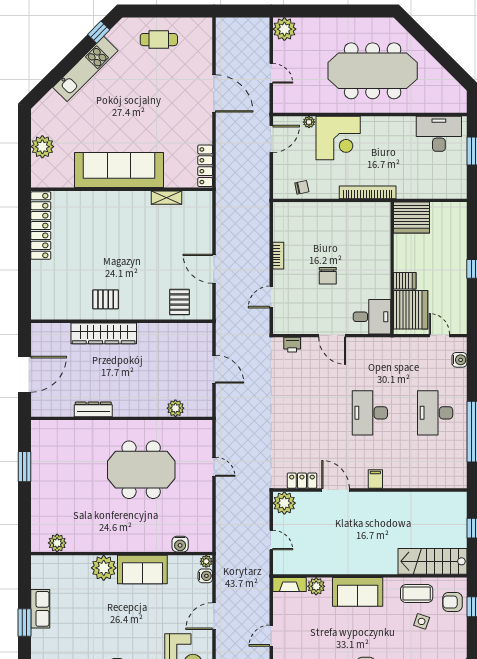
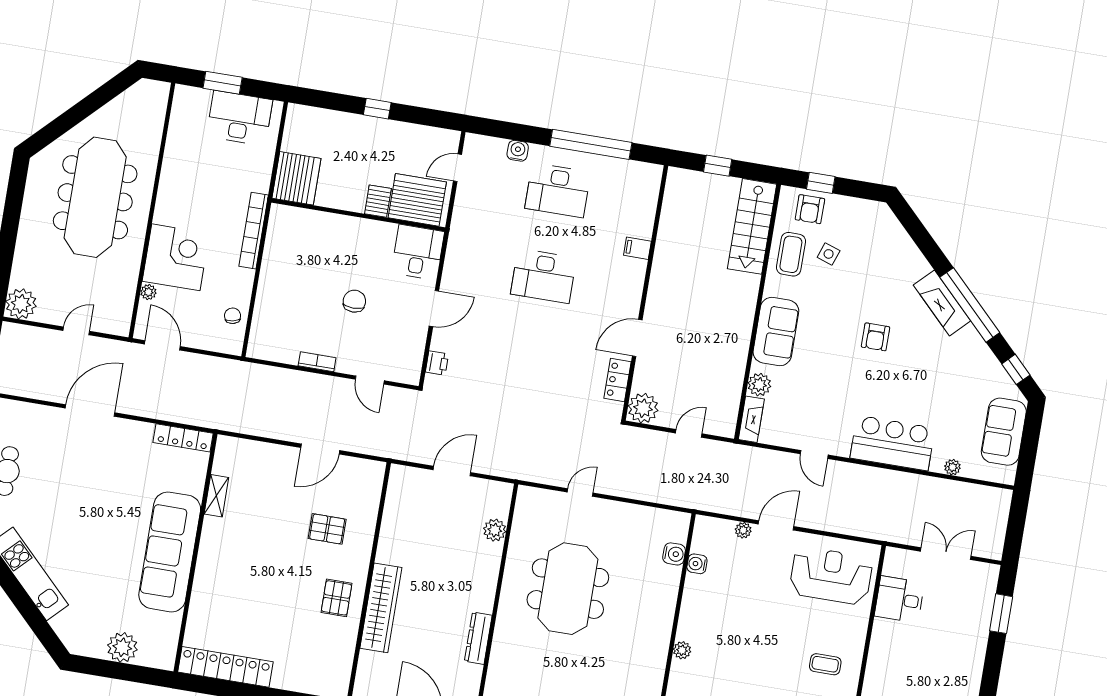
desk: (439, 134) -> (239, 118), moved, turned 90
chair: (328, 276) -> (354, 301), turned -90
pallet: (180, 302) -> (327, 529), moved
water cooler: (459, 360) -> (518, 151), moved
filing cabinet: (375, 479) -> (637, 248), moved
plant: (206, 561) -> (743, 530), moved
plant: (104, 568) -> (682, 650), width x0.53, depth x0.53
sofa: (142, 570) -> (699, 609), removed
water cooler: (205, 576) -> (697, 564), moved, turned -90
door: (214, 616) -> (776, 525), swing flipped

